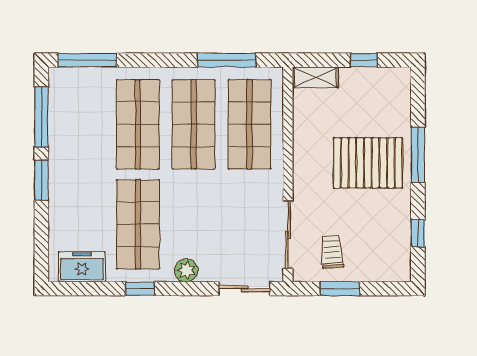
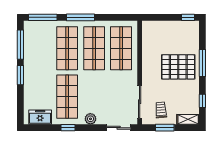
window: (227, 60) -> (80, 17), moved
window: (364, 60) -> (188, 17), moved
shelving: (315, 77) -> (188, 119), moved

